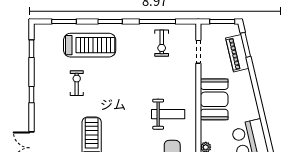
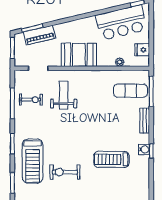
treadmill: (90, 45) -> (33, 161), turned 180
exercise bike: (77, 83) -> (65, 172), width x1.38, depth x1.39
weight bench: (168, 114) -> (64, 95), moved

